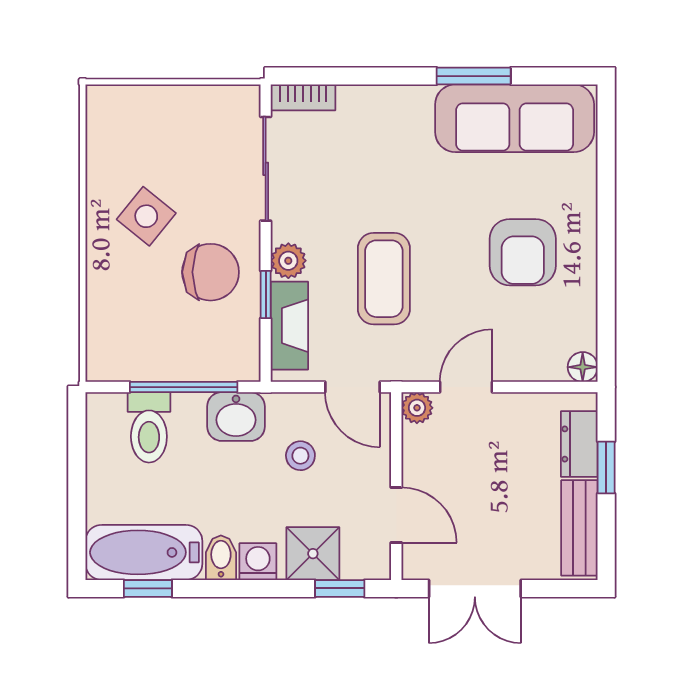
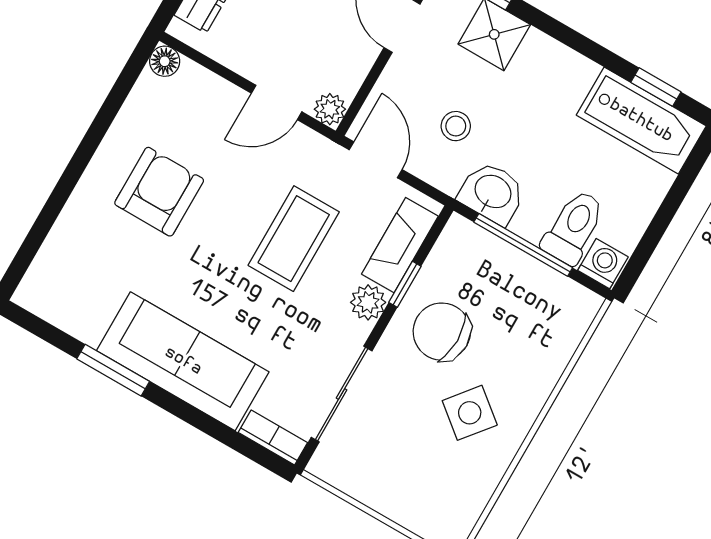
sofa: (515, 118) -> (183, 361), moved
bidet: (221, 558) -> (577, 77), removed
washing machine: (258, 562) -> (603, 264), moved, turned 180

